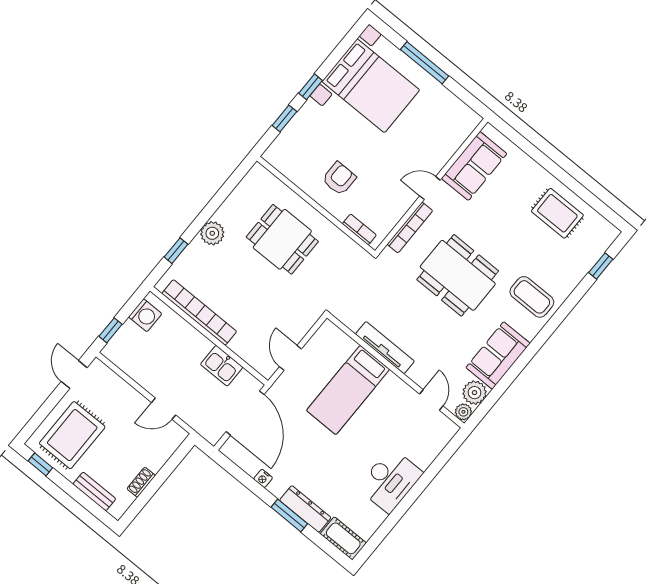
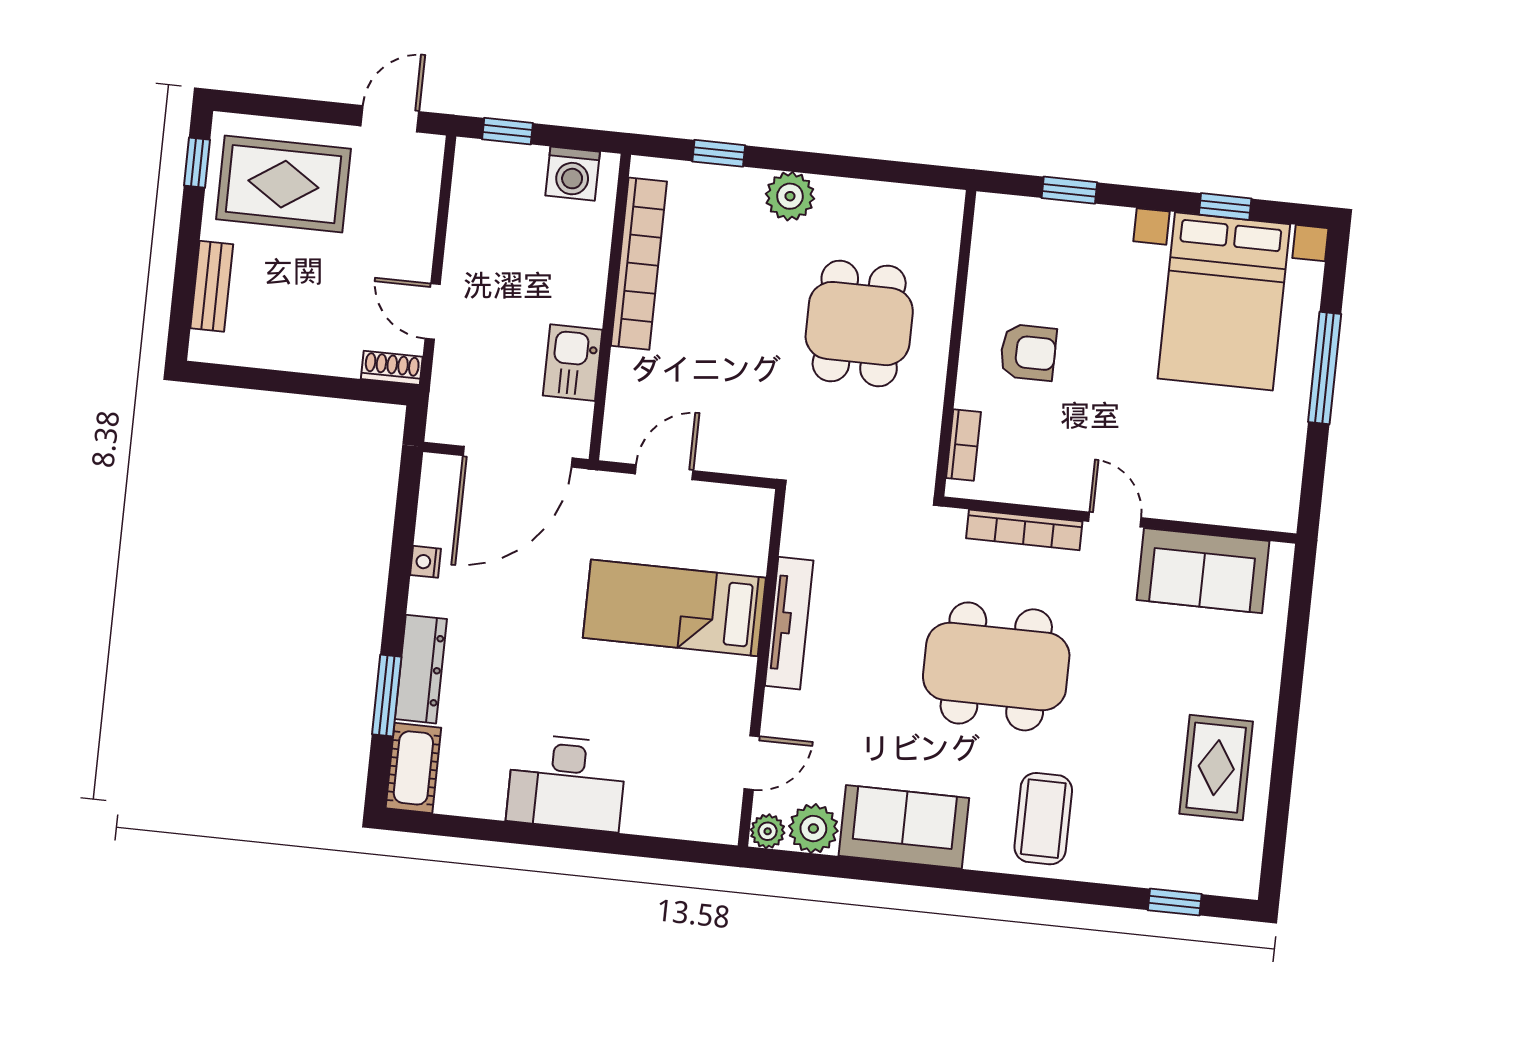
window: (311, 87) -> (1225, 207), moved
dining table: (458, 275) -> (996, 666), turned 90
shoe rack: (141, 482) -> (392, 368), moved
window: (289, 515) -> (387, 695), moved

